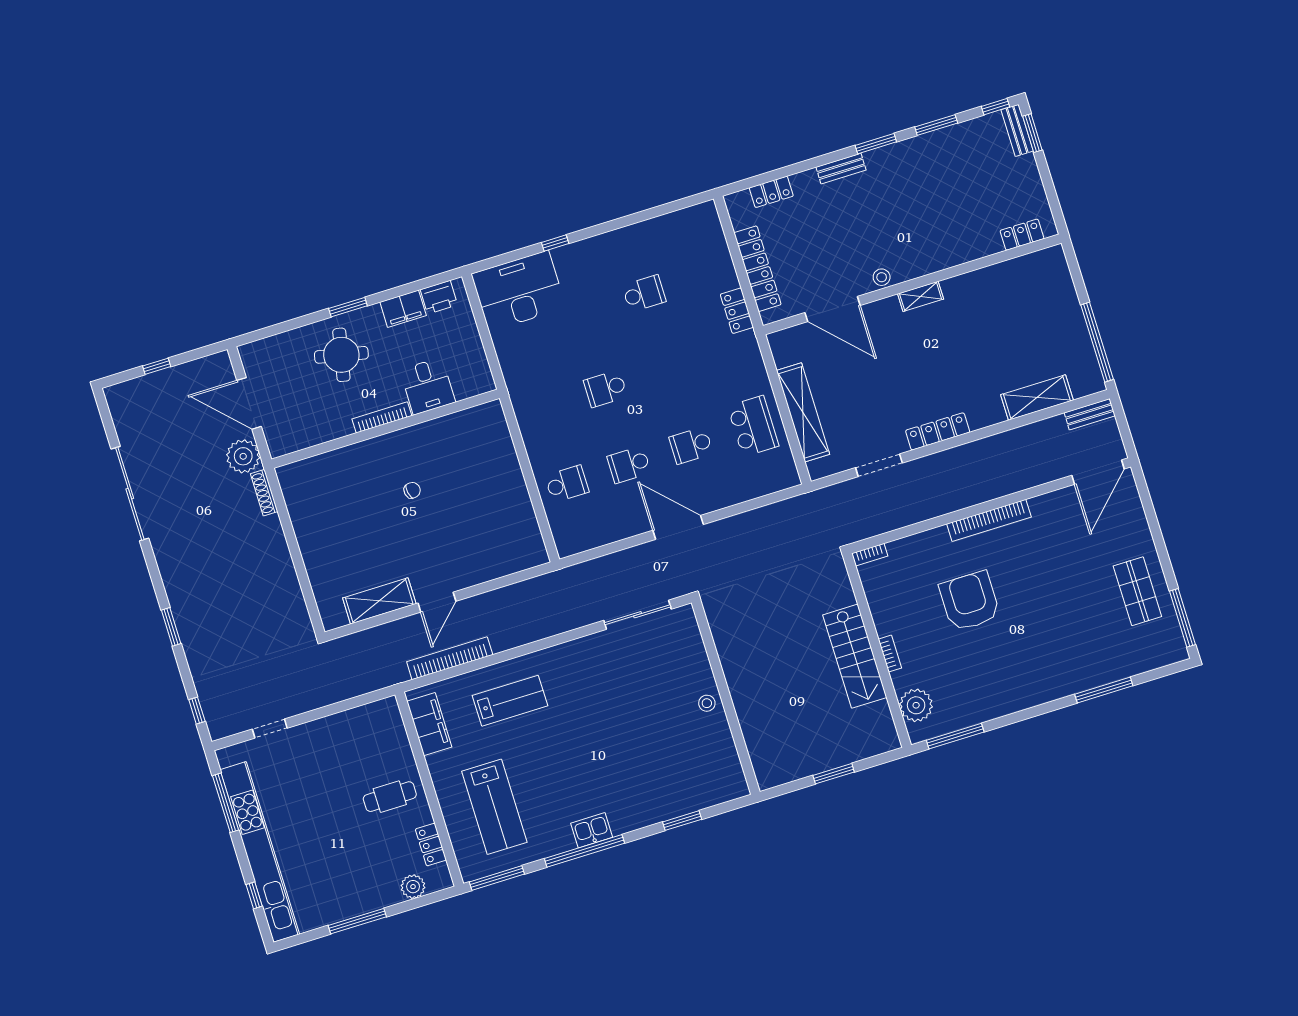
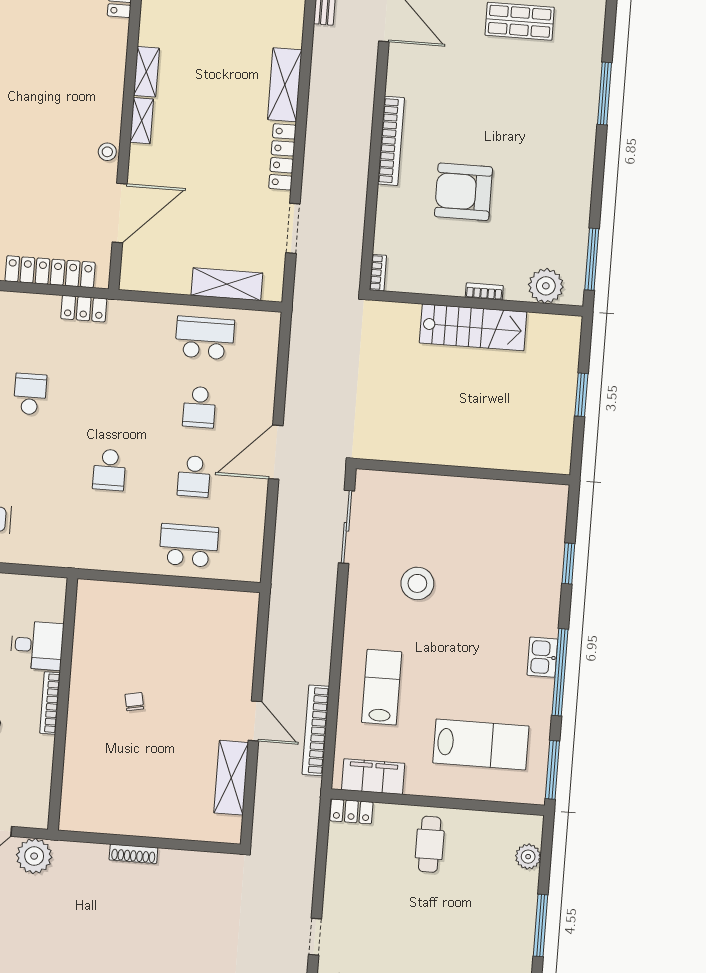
shelving: (965, 284) -> (146, 72), added
shelving: (1037, 397) -> (285, 85), moved
shelving: (803, 412) -> (227, 284), width x0.68
school desk: (567, 484) -> (189, 546), width x1.85
shoe rack: (264, 493) -> (133, 854), moved
stool: (707, 703) -> (417, 583), moved, width x1.89, depth x1.89
locker: (431, 845) -> (351, 811), moved

